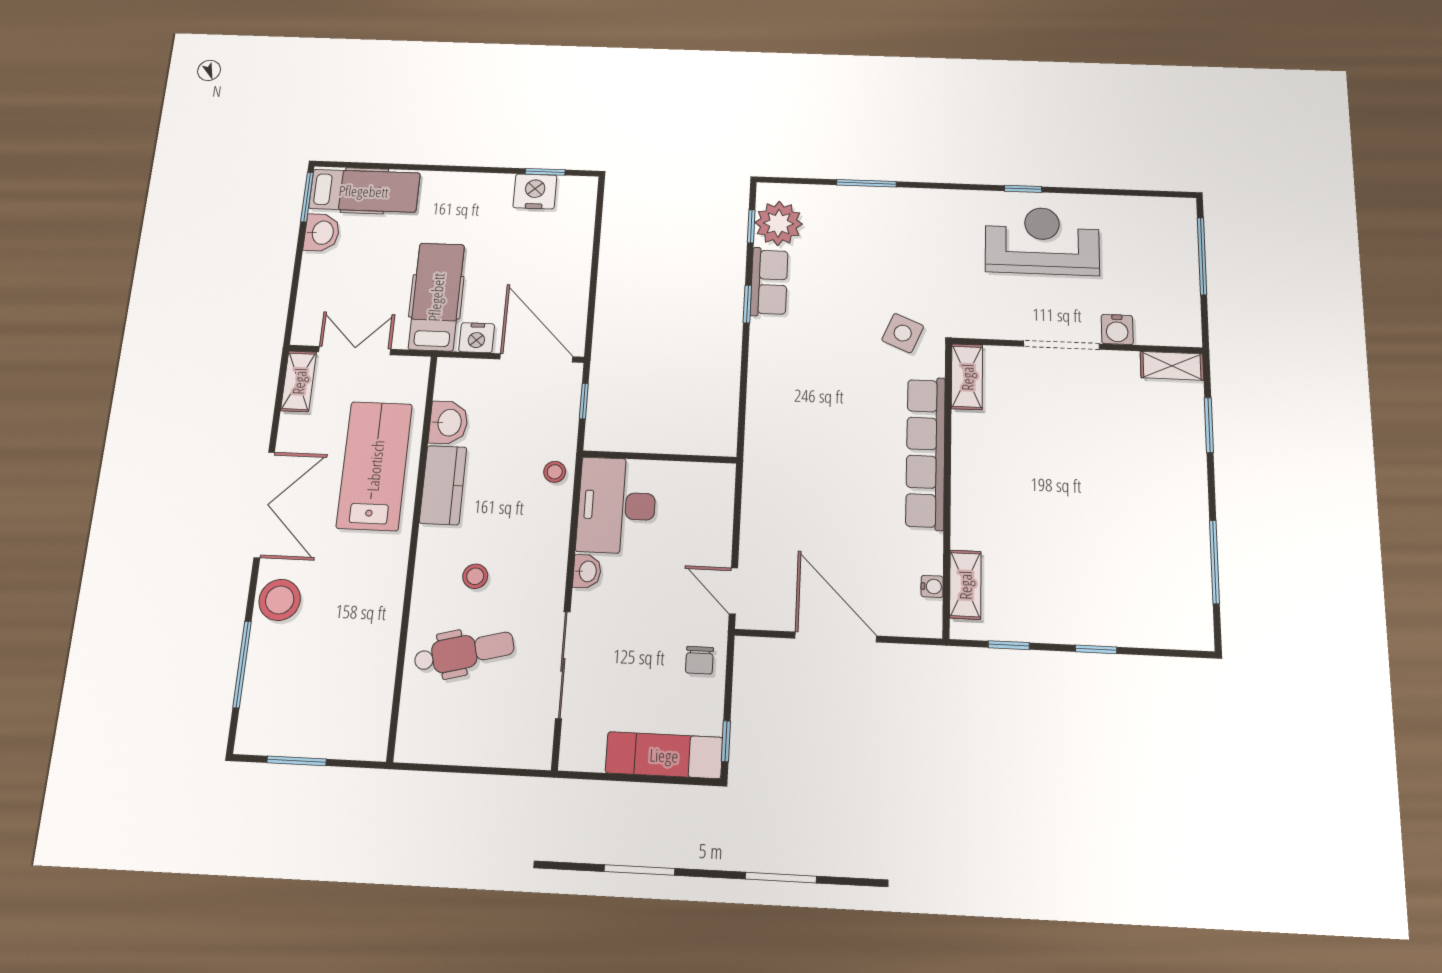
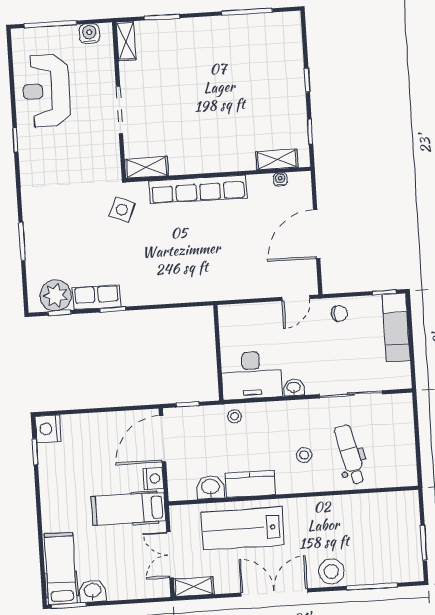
nightstand: (535, 191) -> (48, 429), moved
reception desk: (1042, 241) -> (46, 91), moved
water cooler: (1117, 329) -> (89, 34), moved, turned -90

